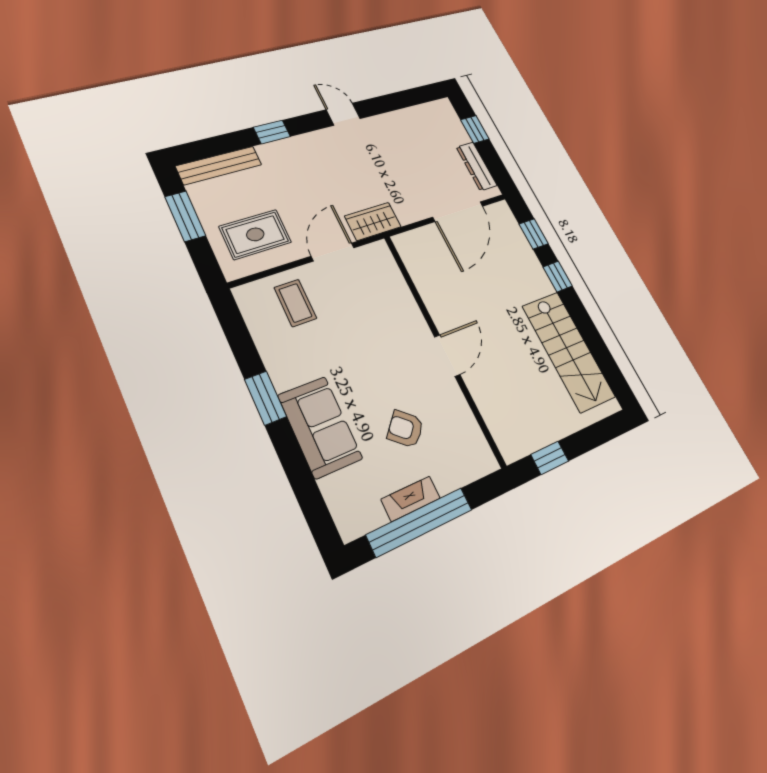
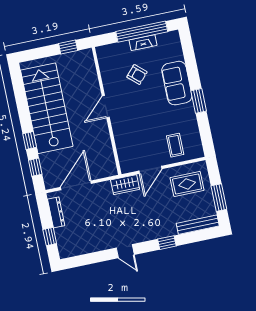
stairs: (568, 351) -> (47, 108), width x1.36, depth x1.51

